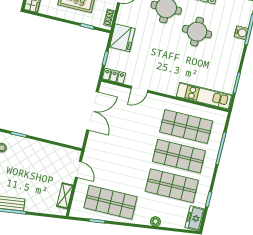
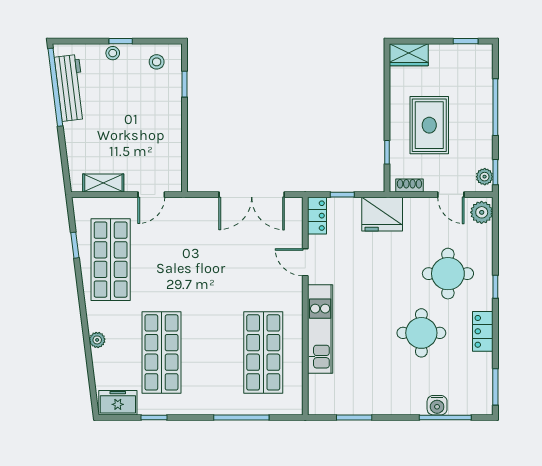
kitchen unit: (204, 96) -> (320, 329), moved
shop shelf: (179, 156) -> (212, 352), removed

